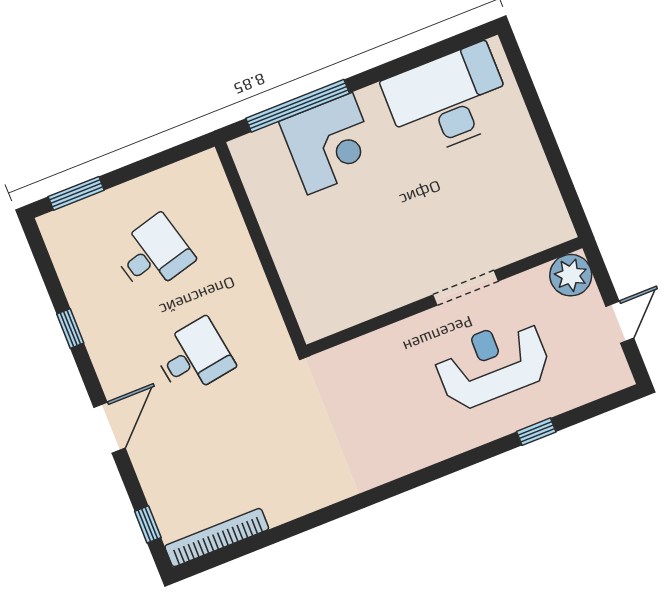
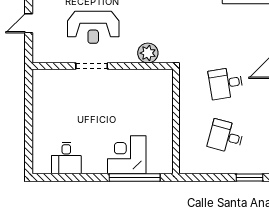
desk: (448, 100) -> (66, 158), width x0.53, depth x0.77
desk: (153, 254) -> (226, 136), turned 30
plant: (571, 275) -> (148, 53), moved

